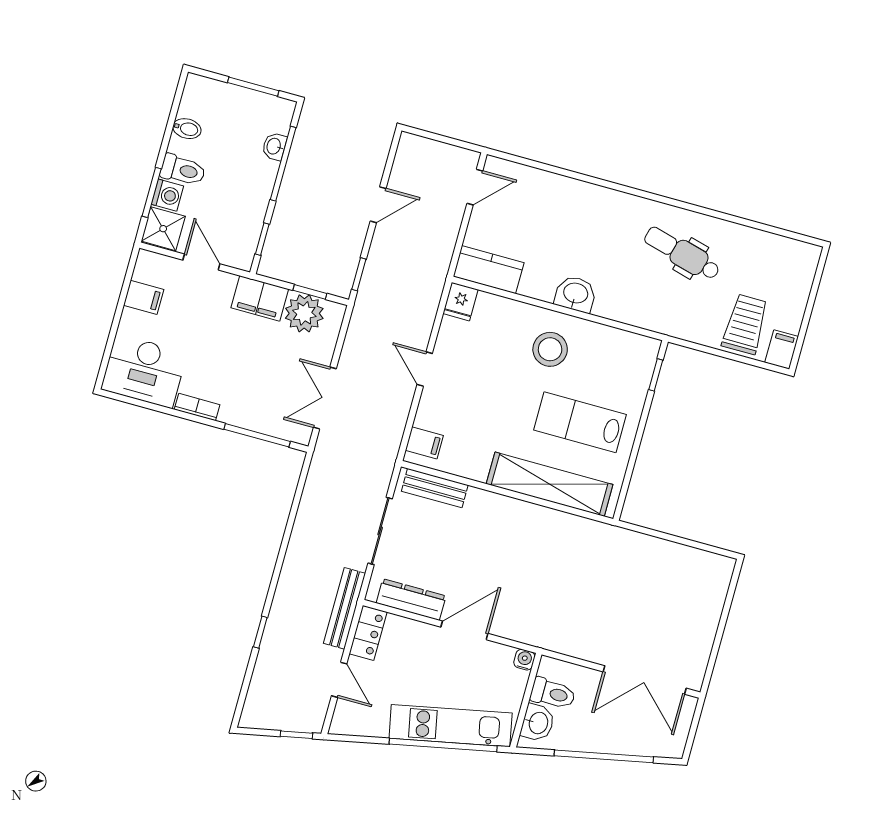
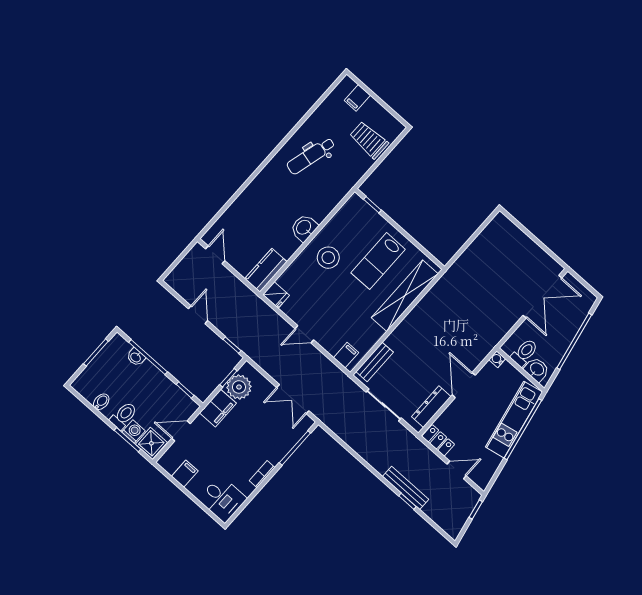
filing cabinet: (782, 349) -> (357, 98), moved, turned -90
desk: (144, 371) -> (222, 499), width x0.73
bench: (344, 608) -> (406, 488), moved

